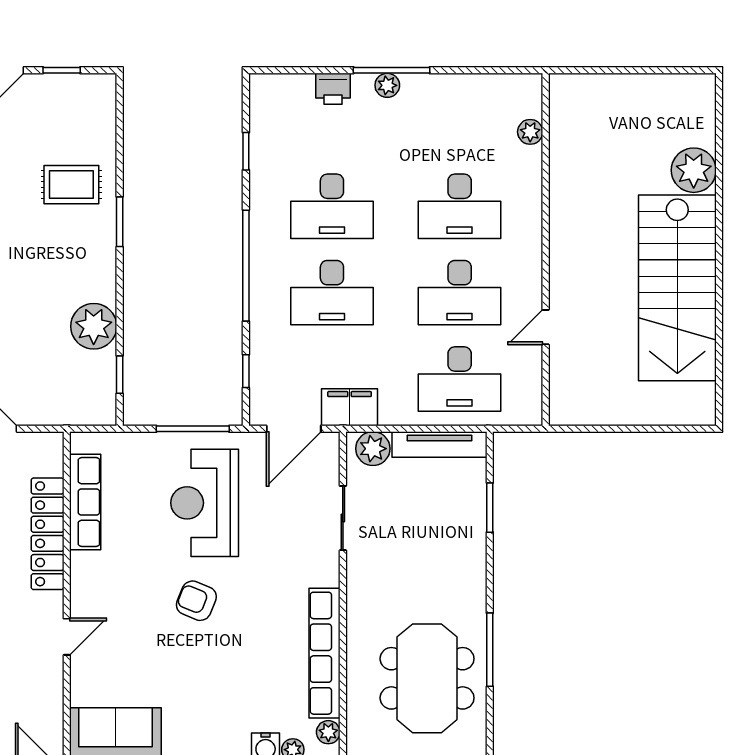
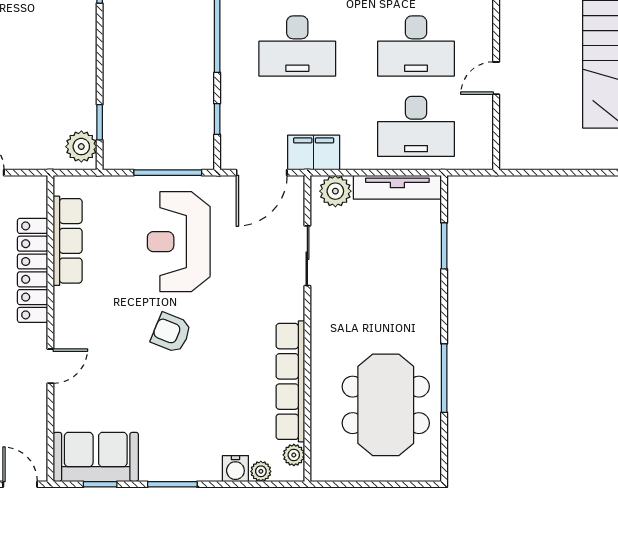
plant: (94, 326) -> (81, 147), moved, width x0.73, depth x0.73

